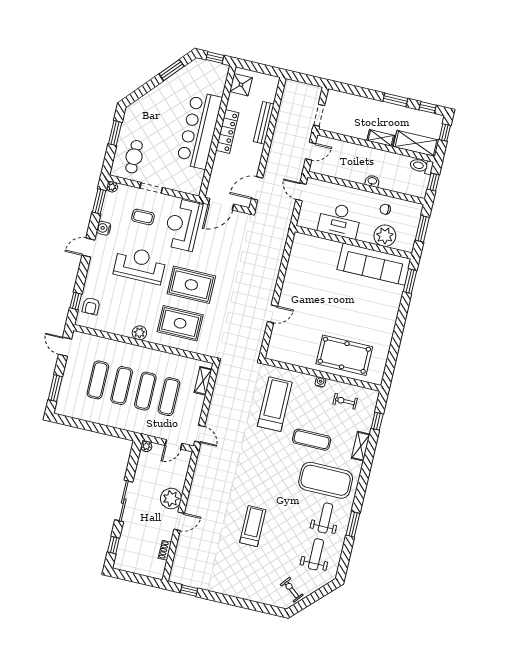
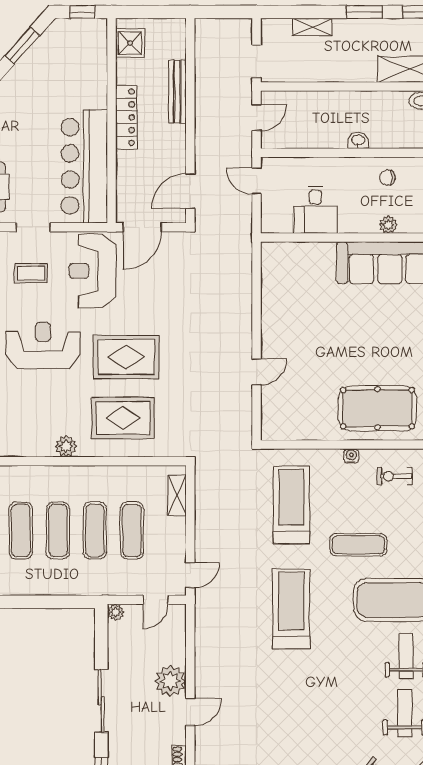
bar counter: (199, 130) -> (84, 166), moved
shelving: (381, 138) -> (312, 27), moved
desk: (339, 220) -> (315, 210), width x0.73
plant: (385, 236) -> (388, 225), width x0.53, depth x0.53
door: (200, 434) -> (190, 575), hinge flipped
treadmill: (253, 526) -> (291, 609), moved, width x1.37, depth x1.38

